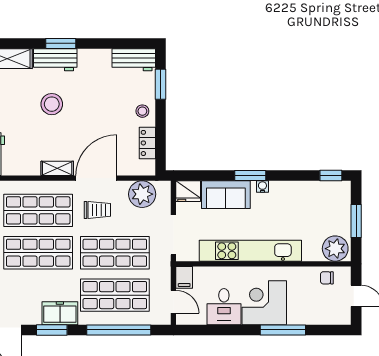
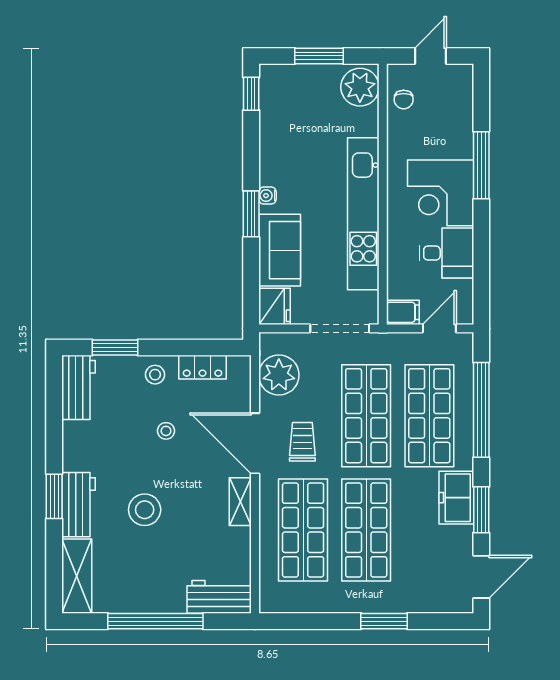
stool: (105, 118) -> (166, 431), added

